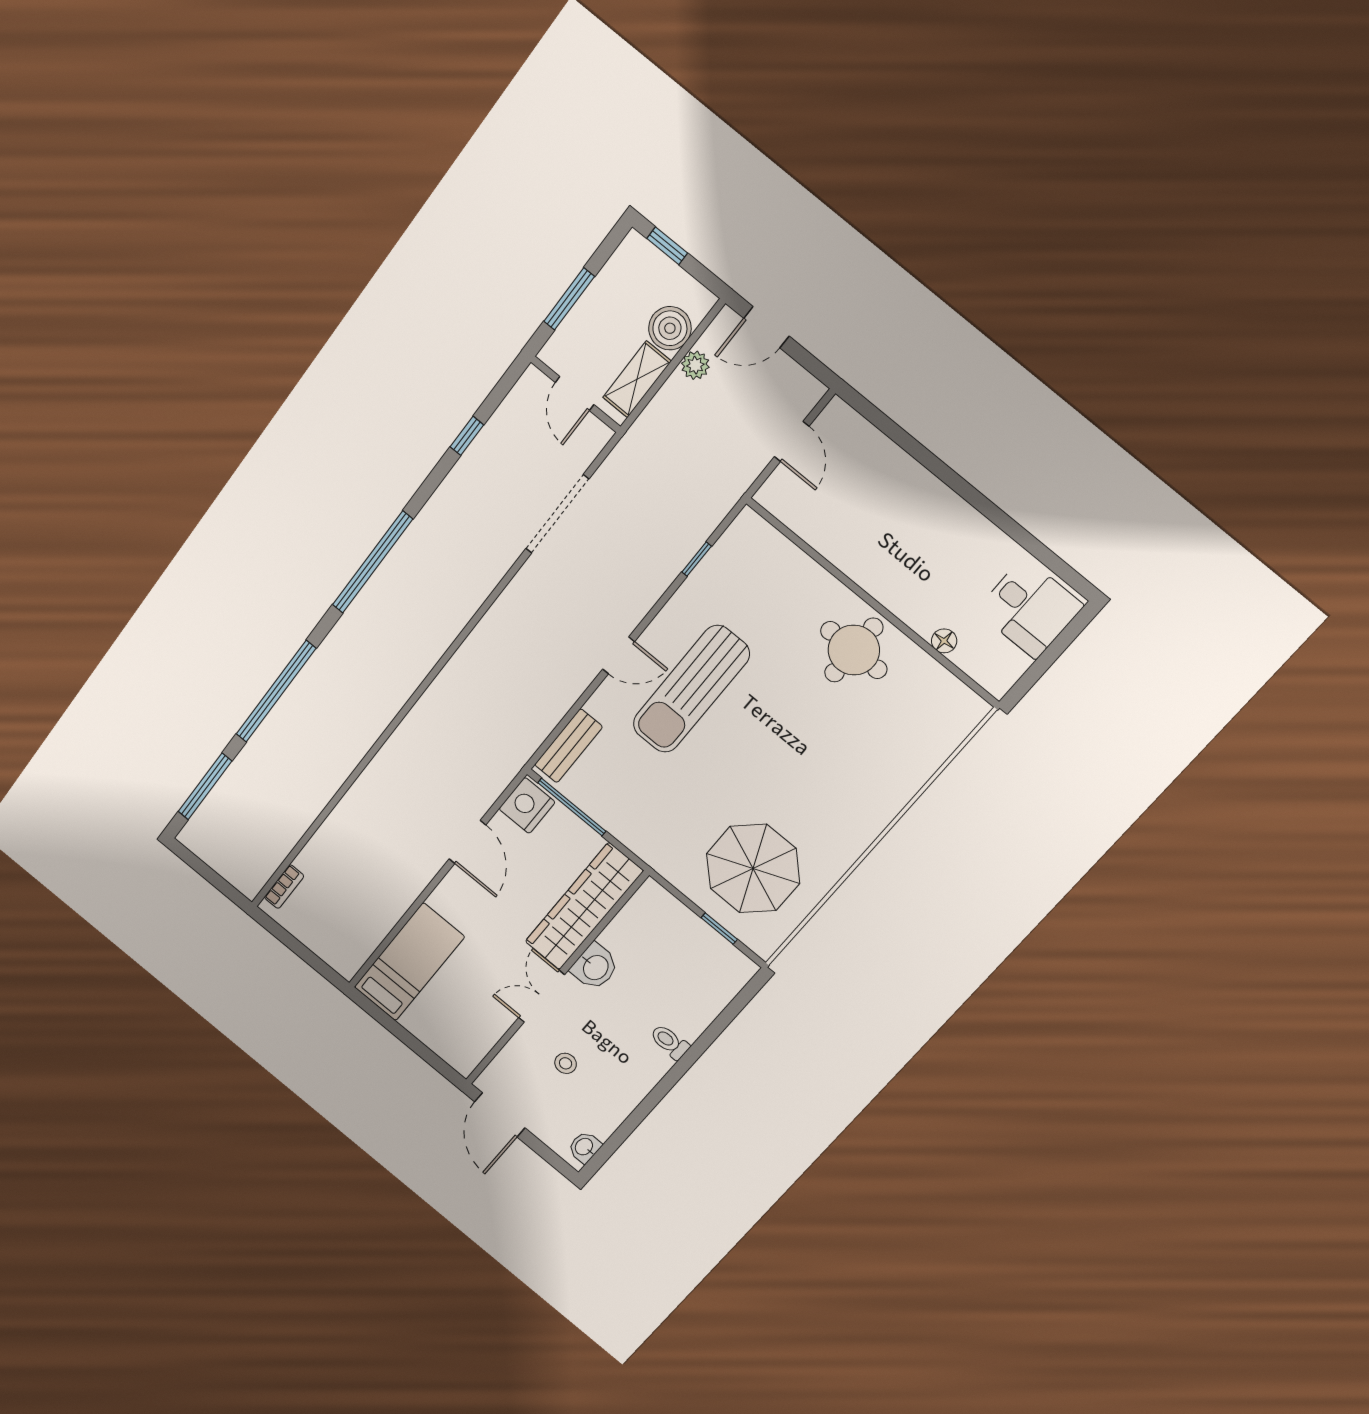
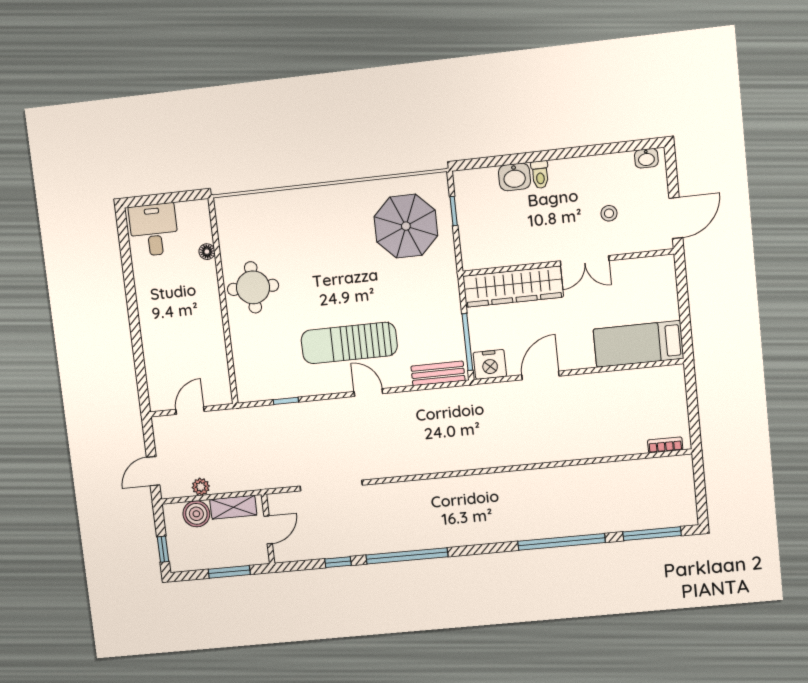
door: (766, 327) -> (153, 471), swing flipped
window: (372, 562) -> (407, 556), moved
sun lounger: (691, 689) -> (349, 343), turned 180
washbasin: (595, 967) -> (514, 177), moved, turned 180

